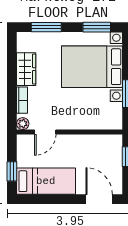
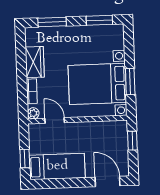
bed with nightstands: (92, 67) -> (97, 84), moved
door: (45, 132) -> (55, 120), swing flipped

